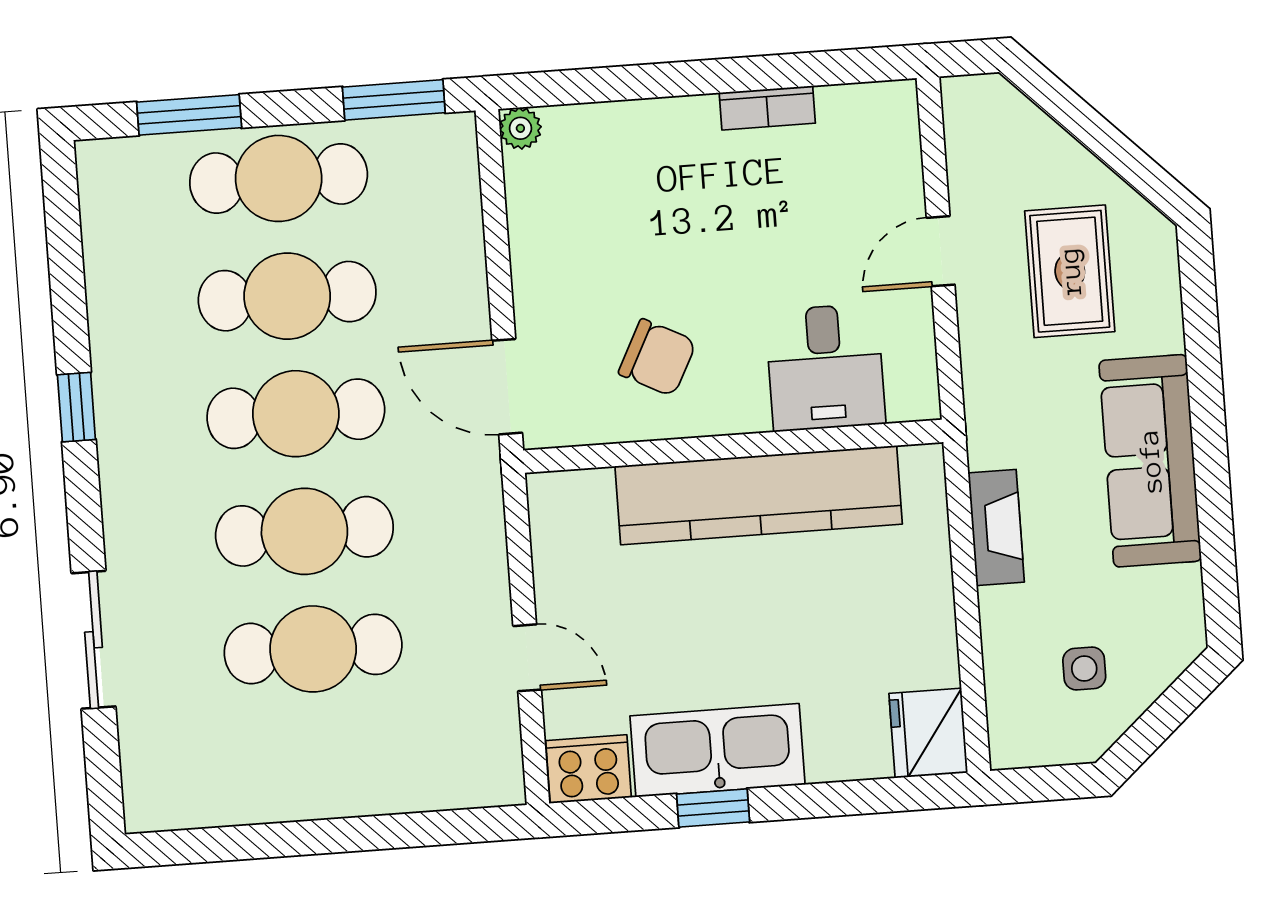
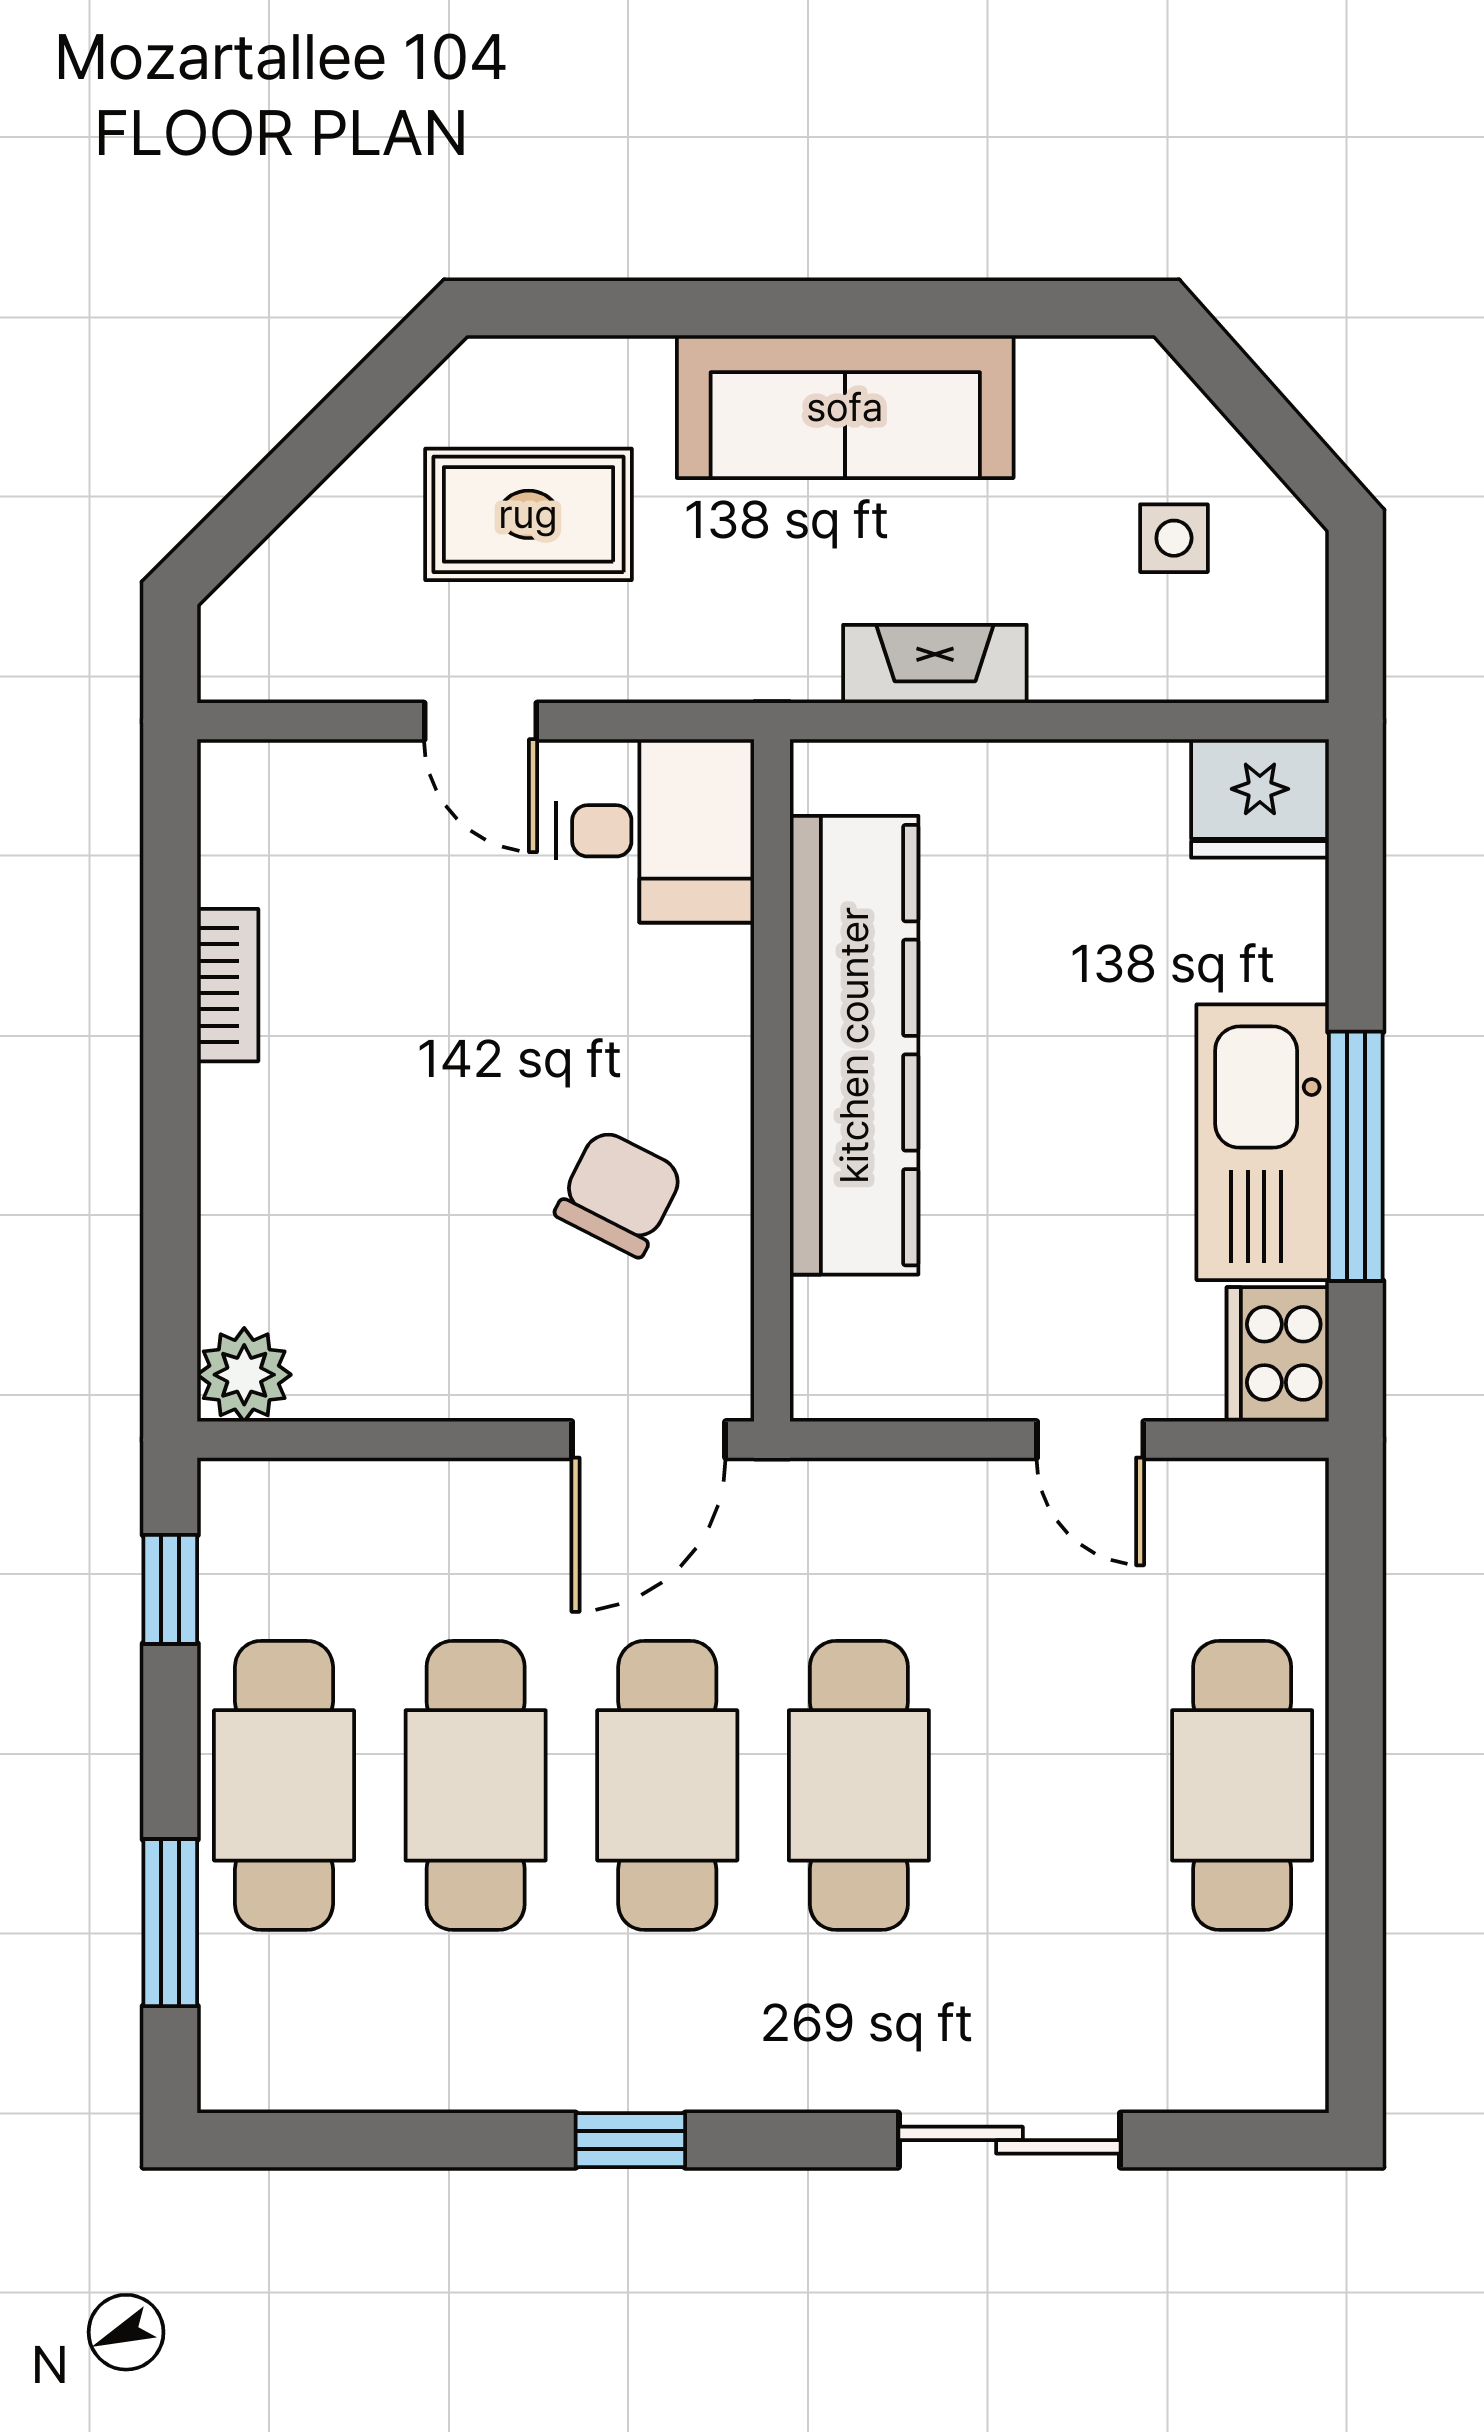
window: (394, 100) -> (170, 1589), width x0.67
plant: (520, 128) -> (244, 1375), width x1.38, depth x1.38
desk: (825, 367) -> (655, 831), moved
cafe table: (313, 649) -> (1242, 1785), moved
door: (527, 658) -> (1090, 1440), swing flipped
window: (713, 808) -> (1356, 1156), width x2.17

